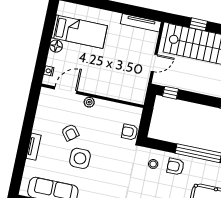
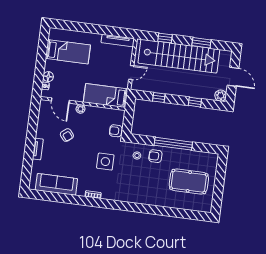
floor lamp: (56, 46) -> (48, 77), moved
bed: (121, 88) -> (106, 96), added
door: (66, 90) -> (60, 101), swing flipped
window: (170, 93) -> (159, 97), moved
side table: (80, 158) -> (105, 162), moved

